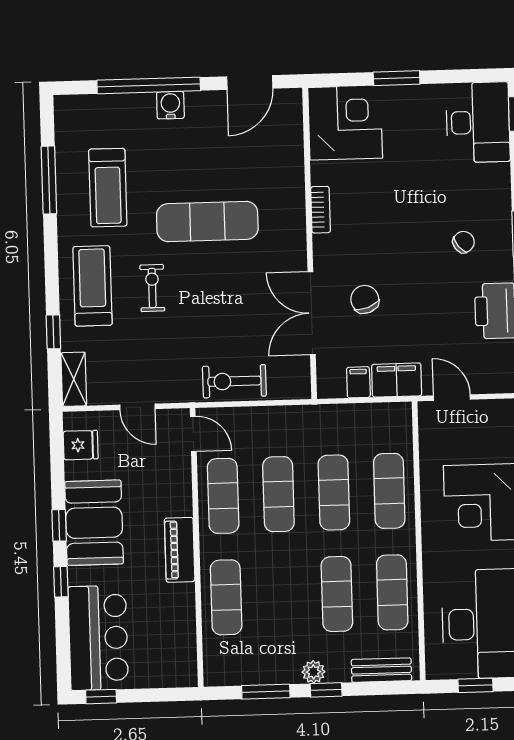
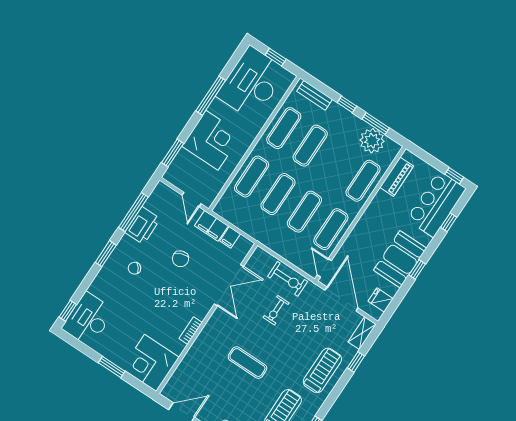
exercise mat: (207, 222) -> (247, 363), width x0.73, depth x0.69
treadmill: (92, 286) -> (322, 370), turned 180
exercise bike: (152, 288) -> (276, 310), moved
chair: (365, 299) -> (181, 259), moved
door: (137, 407) -> (341, 299), width x1.87
piano: (180, 550) -> (397, 177), moved
window: (61, 582) -> (449, 222), moved
plant: (313, 672) -> (372, 141), moved, width x1.88, depth x1.88

